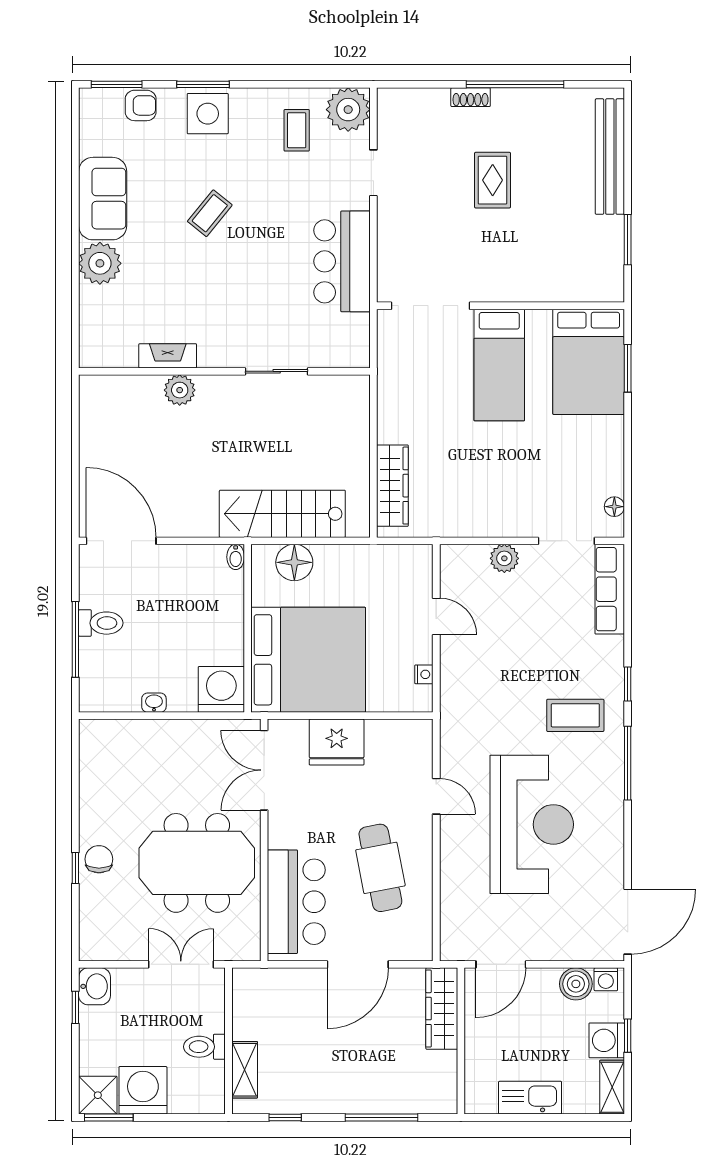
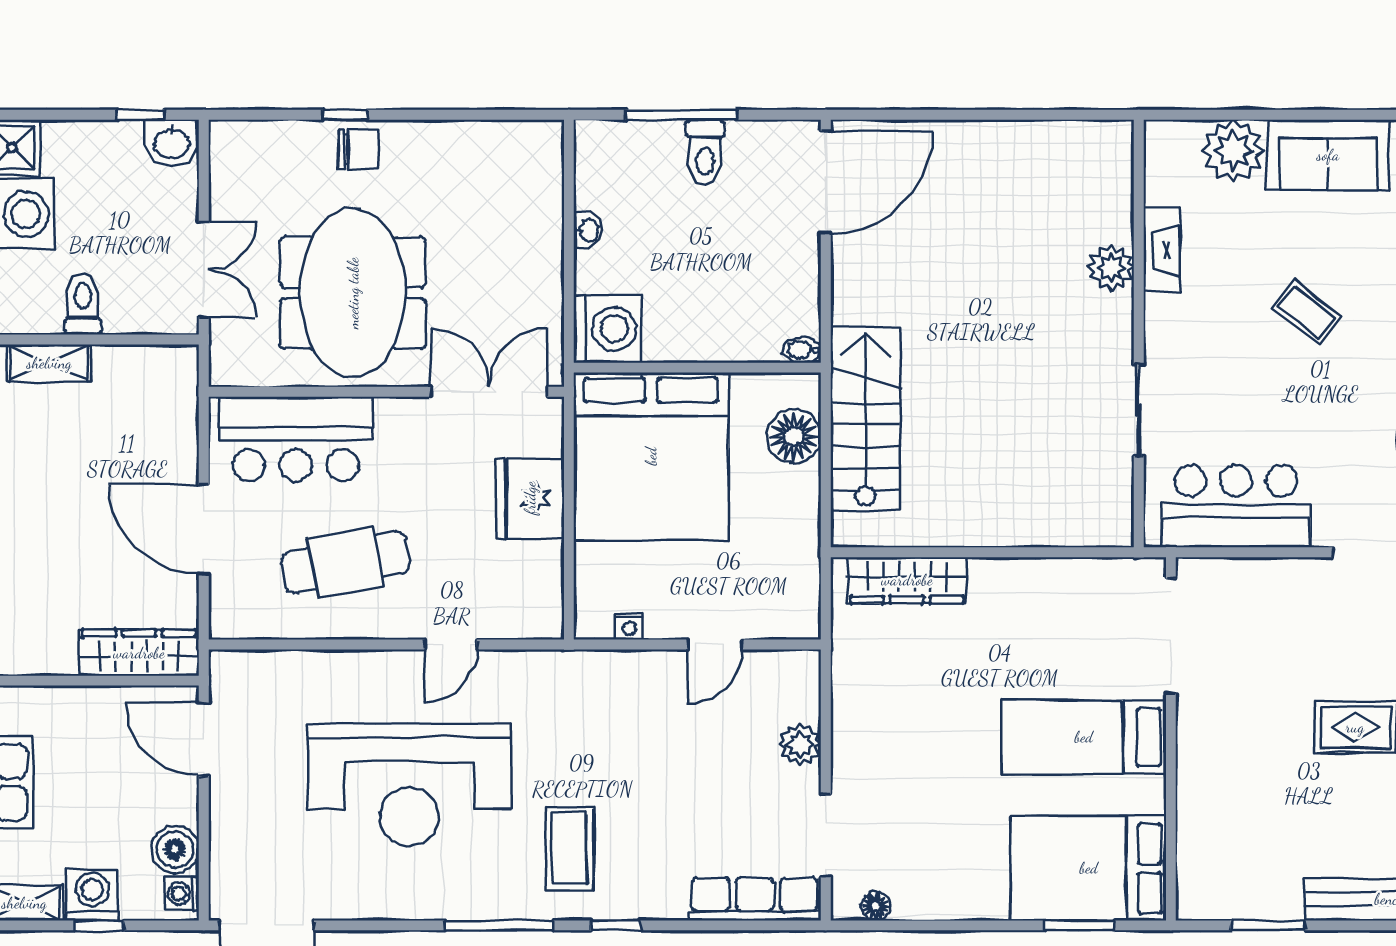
fireplace: (168, 356) -> (1162, 250), moved
wall: (224, 371) -> (1139, 334), moved
sliding door: (277, 371) -> (1139, 410), moved
plant: (180, 390) -> (1111, 268), moved

